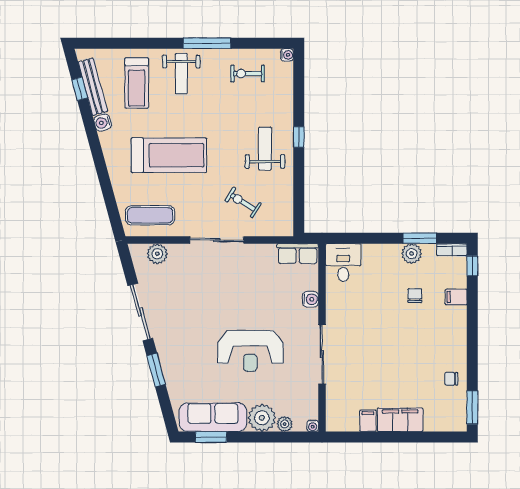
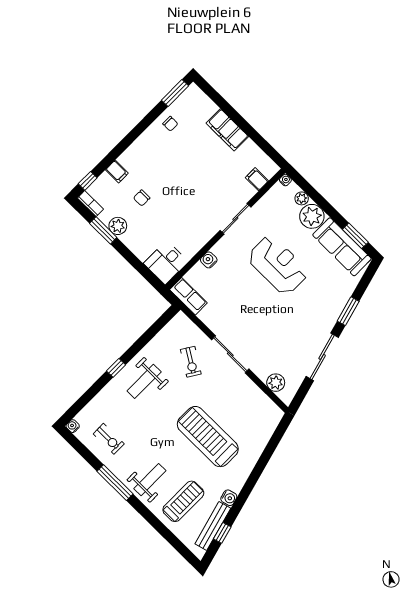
exercise mat: (150, 215) -> (257, 411), removed
sliding door: (322, 354) -> (235, 219), width x0.73
filing cabinet: (368, 421) -> (257, 179), moved, turned 90

